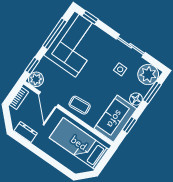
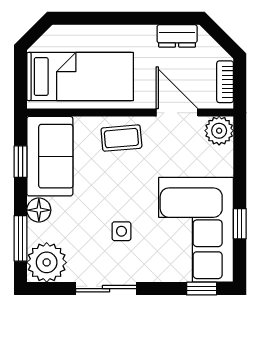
window: (55, 34) -> (240, 224), width x0.46
window: (32, 66) -> (240, 148), removed
side table: (120, 69) -> (121, 231), moved

